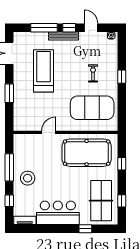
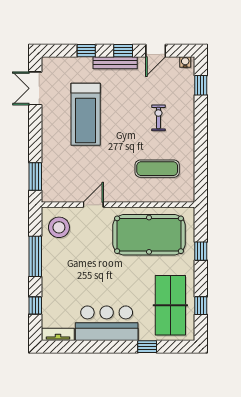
window: (44, 28) -> (86, 51), width x0.46
door: (91, 28) -> (156, 51), swing flipped
treadmill: (43, 71) -> (86, 114), turned 180
window: (122, 77) -> (201, 85), moved
window: (9, 93) -> (35, 176), moved
exercise mat: (92, 108) -> (157, 169), width x0.50, depth x0.69
stool: (28, 178) -> (59, 227), moved

